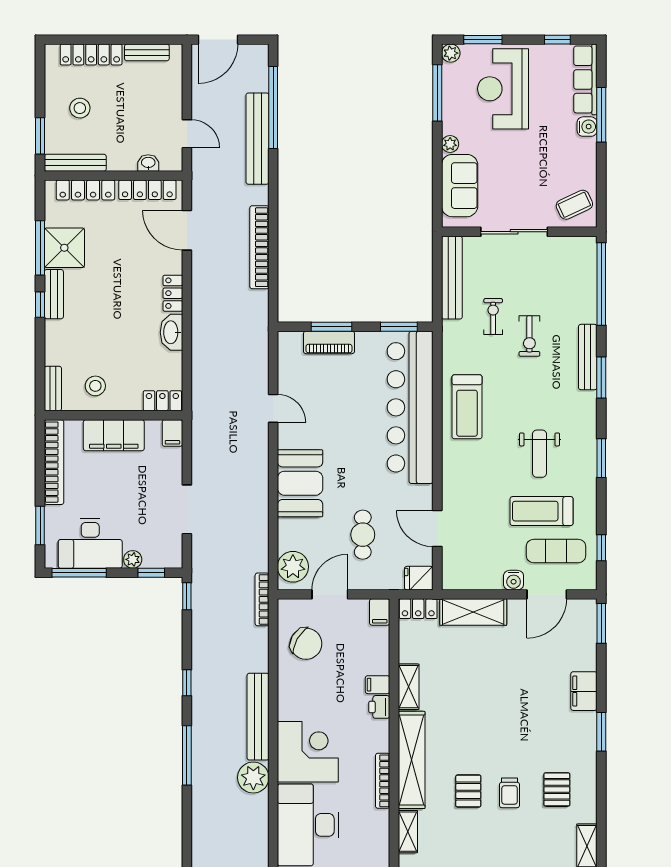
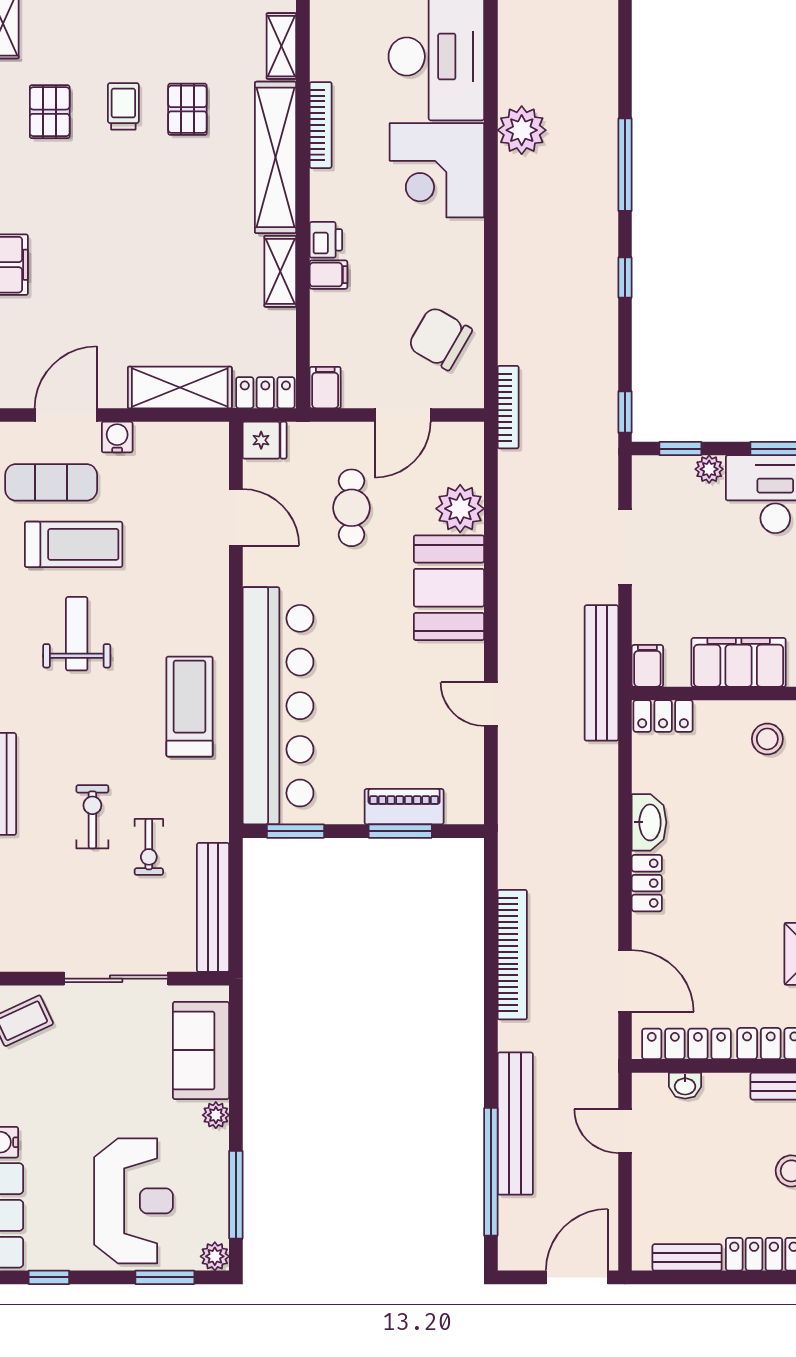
plant: (293, 567) -> (460, 509), moved
bench: (258, 717) -> (601, 673), moved

